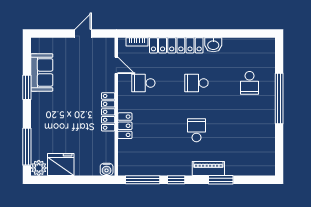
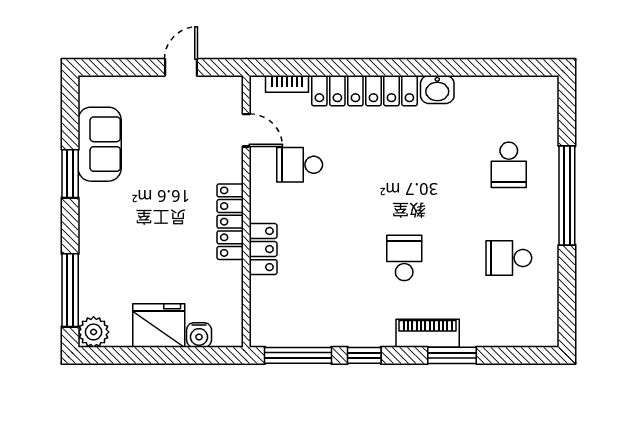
school desk: (196, 83) -> (509, 258), moved
fridge: (61, 165) -> (159, 325), moved
water cooler: (107, 169) -> (199, 335), moved

